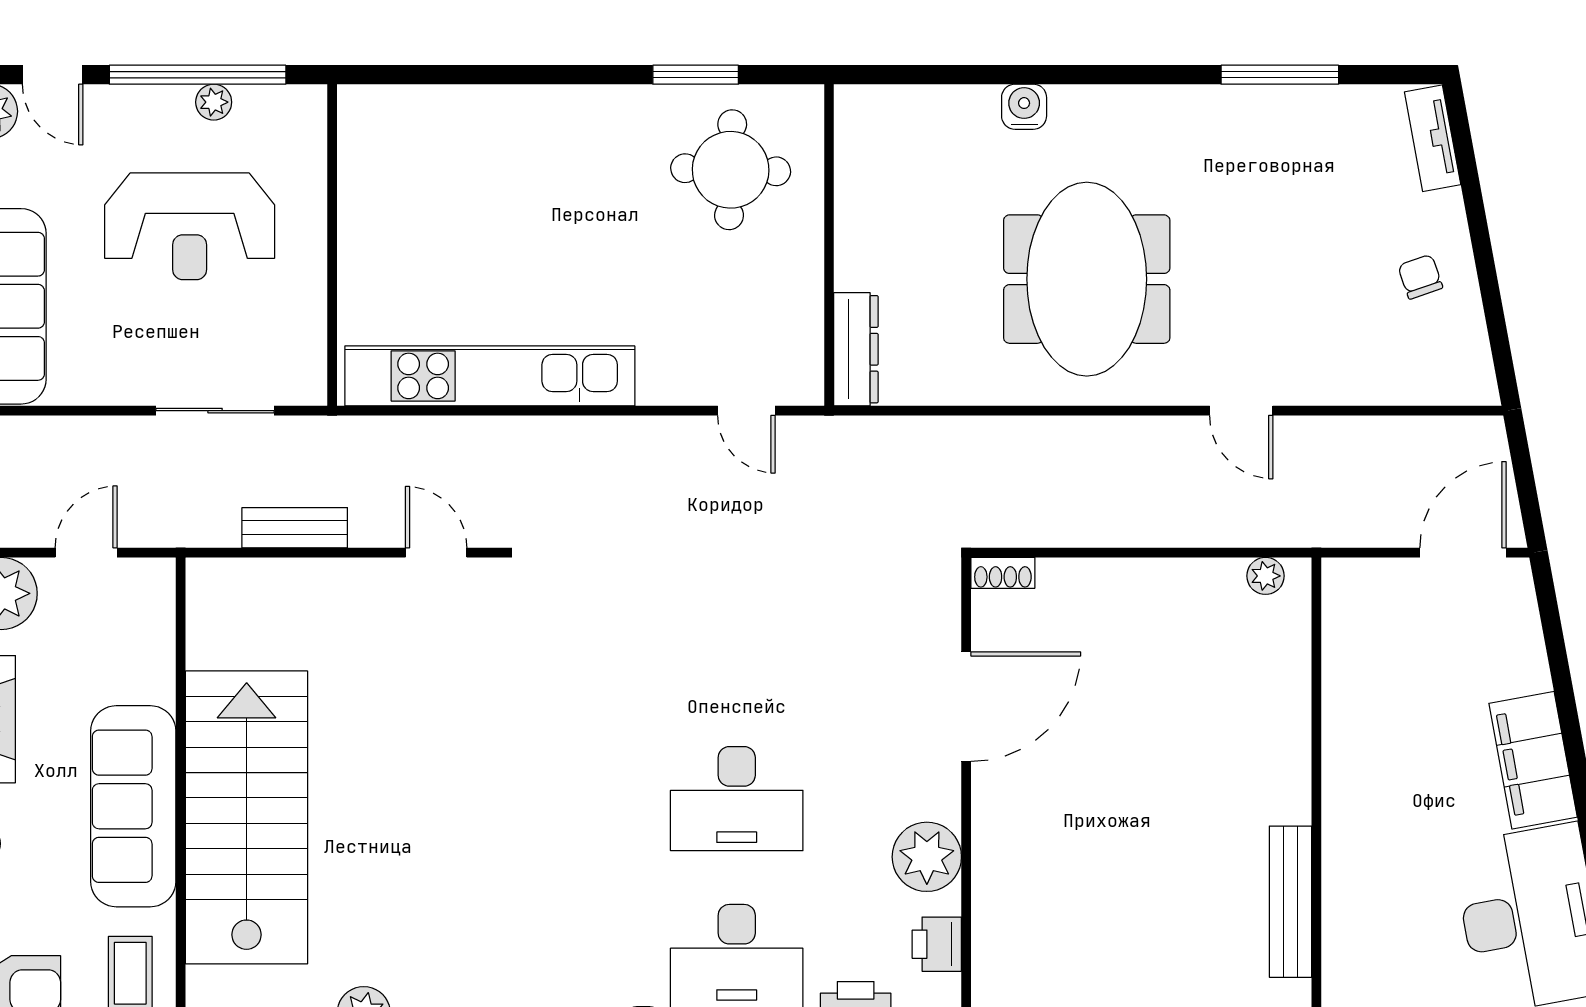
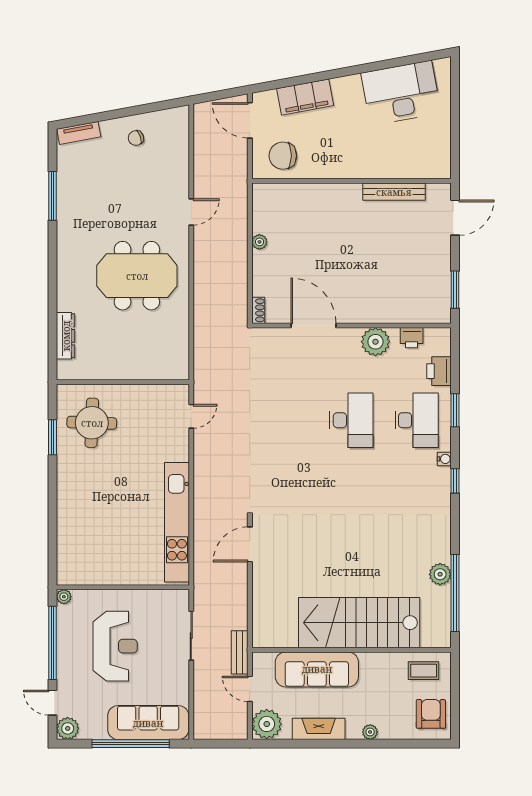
door: (53, 75) -> (53, 703), swing flipped
plant: (214, 102) -> (64, 597), moved
water cooler: (1024, 107) -> (66, 302), removed
dresser: (856, 349) -> (66, 336), moved, turned 90
bench: (295, 528) -> (240, 652), moved
door: (436, 553) -> (250, 544), width x1.38
plant: (1265, 576) -> (259, 242), moved
chair: (1377, 632) -> (283, 156), added
filing cabinet: (1533, 760) -> (305, 97), moved
sofa: (133, 806) -> (317, 669), moved

